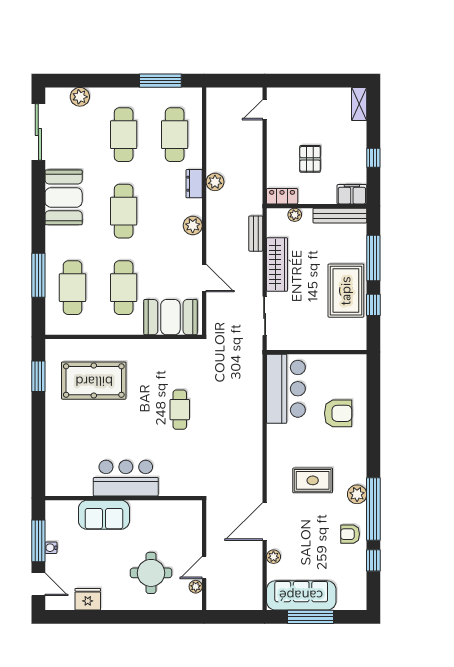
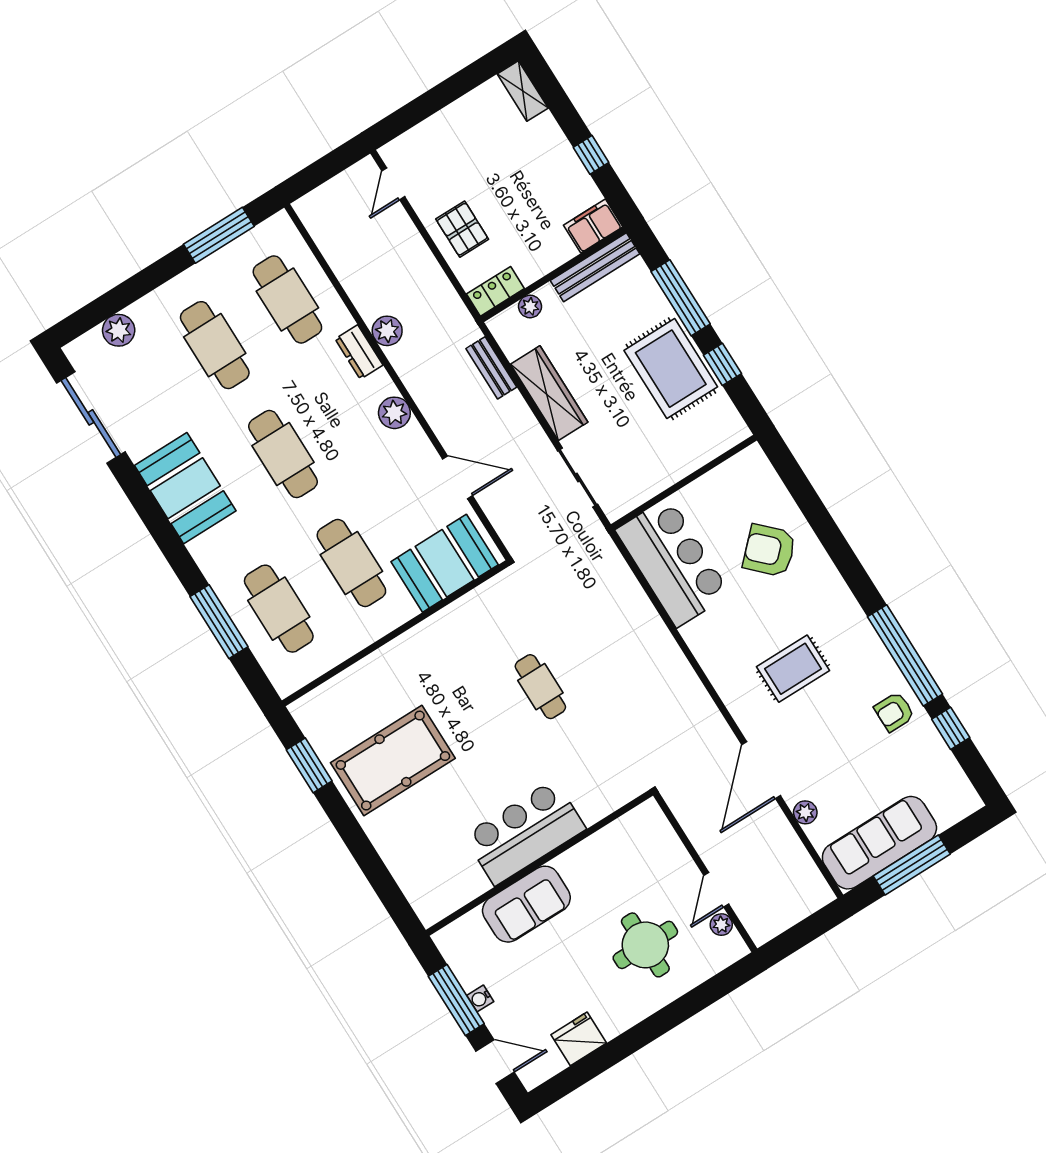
pallet: (310, 159) -> (462, 229), moved
pool table: (94, 381) -> (393, 761), moved
armchair: (338, 413) -> (769, 550), turned -135
plant: (357, 494) -> (869, 649), removed

